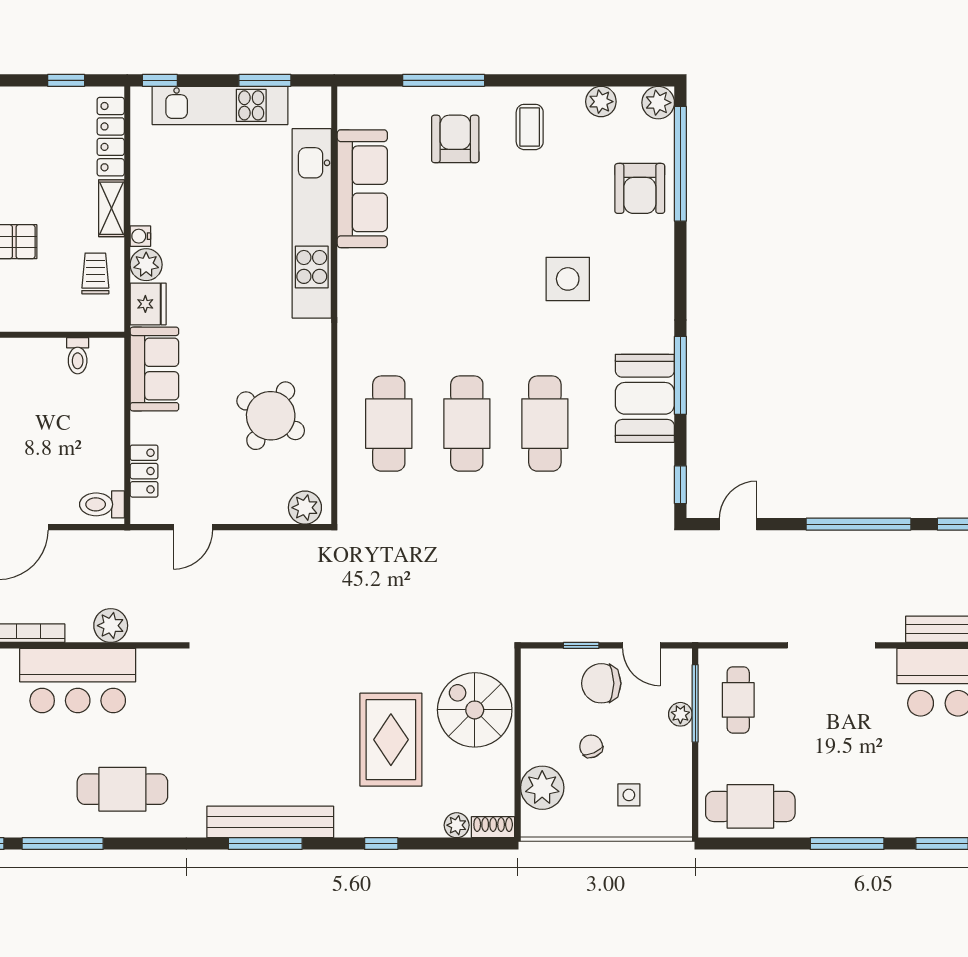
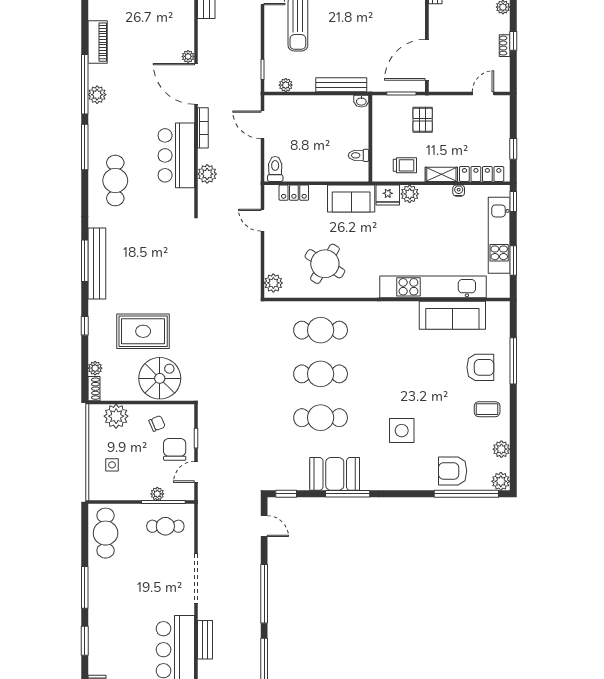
water cooler: (140, 236) -> (459, 191), moved
chair: (591, 746) -> (157, 423), moved

